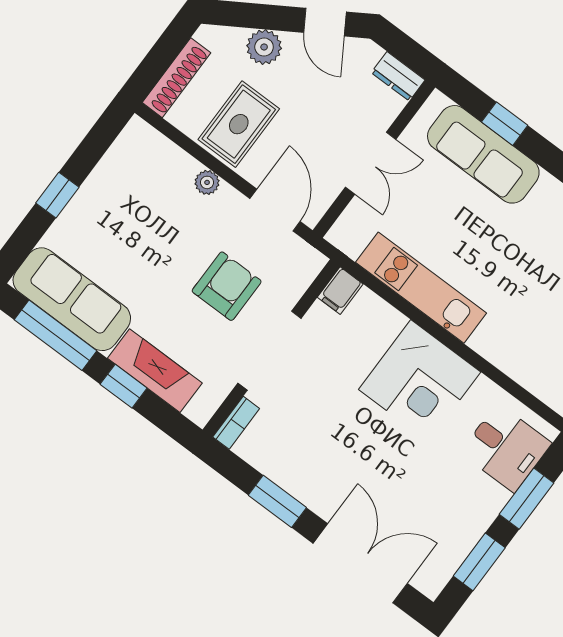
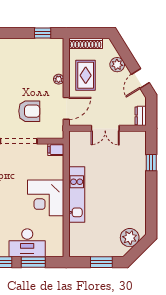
rug: (239, 124) -> (86, 75), turned 90
sofa: (483, 154) -> (136, 163), removed
window: (57, 195) -> (43, 33), moved
kitchen unit: (421, 288) -> (77, 195), moved
desk: (506, 448) -> (27, 243), moved, width x1.37

